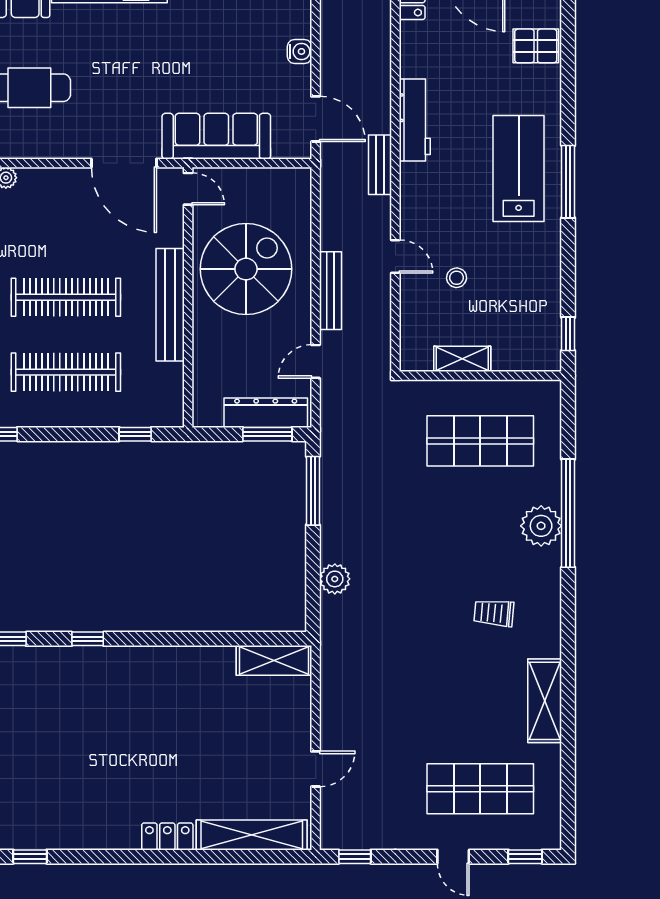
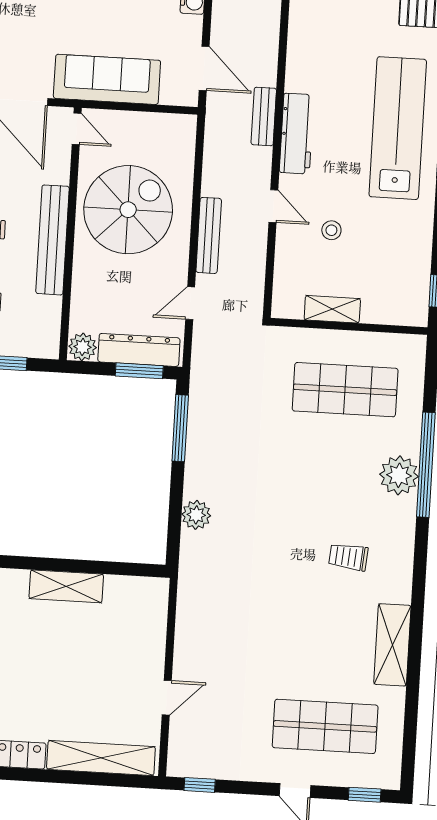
workbench: (415, 120) -> (297, 134), moved
lab bench: (519, 169) -> (398, 128), width x1.36
plant: (207, 413) -> (83, 347), added
shelving: (274, 660) -> (66, 586), moved

